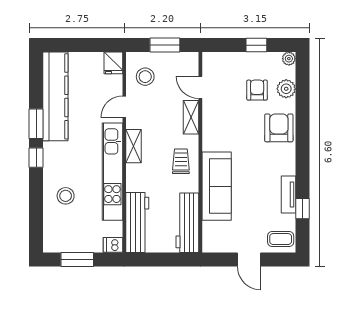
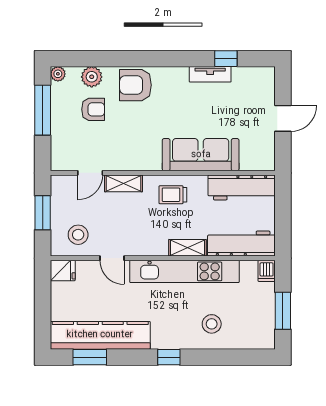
window: (256, 45) -> (43, 110), width x2.17
armchair: (257, 90) -> (93, 109), turned 180
window: (36, 124) -> (90, 357), moved
shelving: (133, 146) -> (187, 248), moved
coffee table: (281, 239) -> (260, 83), removed

